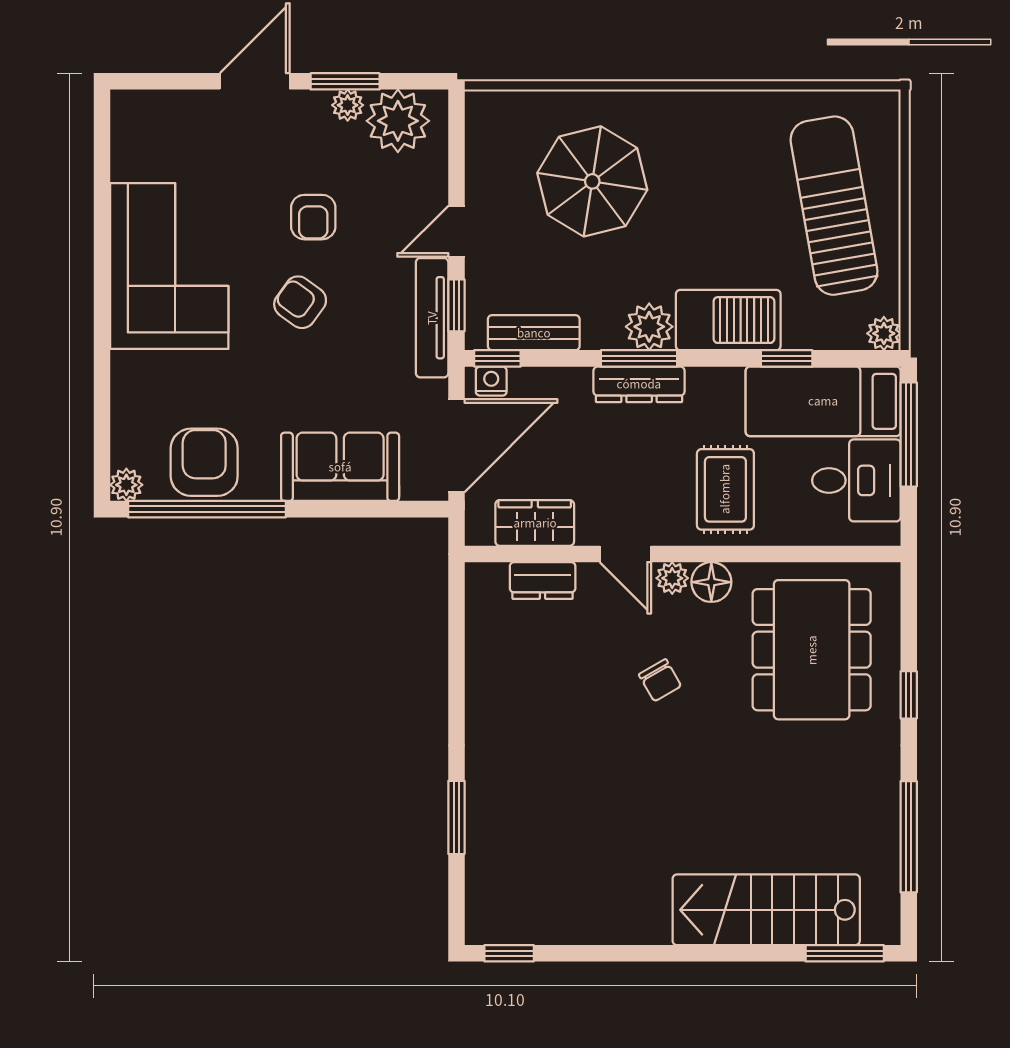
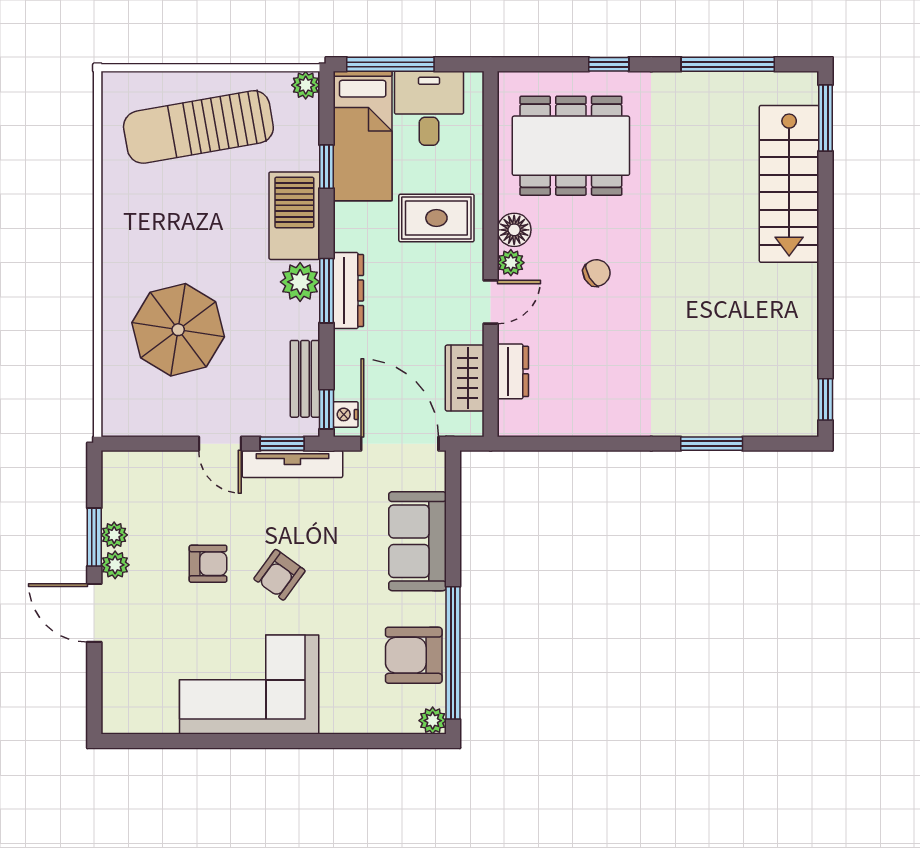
plant: (398, 121) -> (115, 565), moved, width x0.53, depth x0.53

